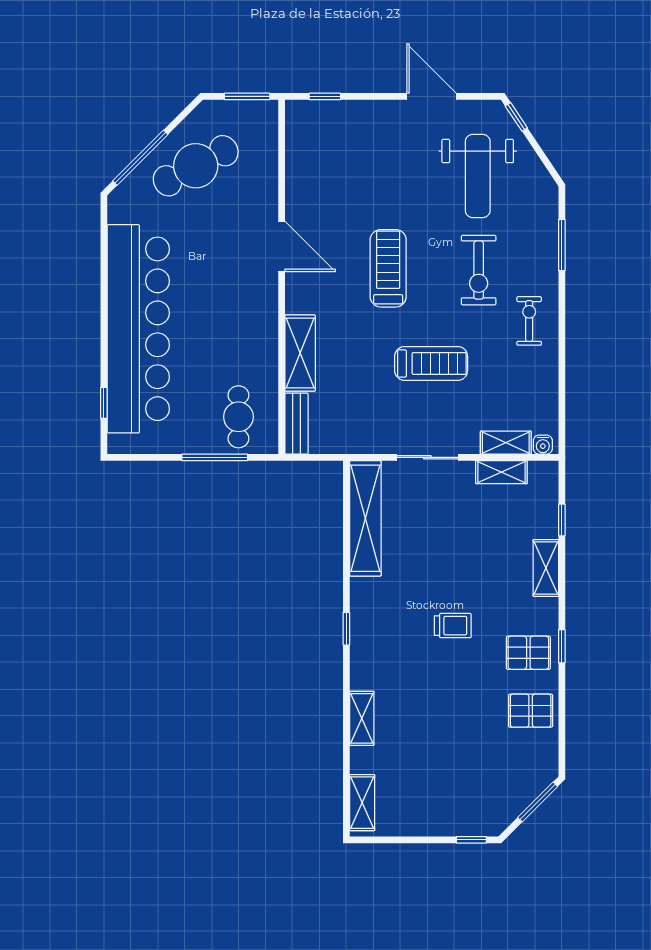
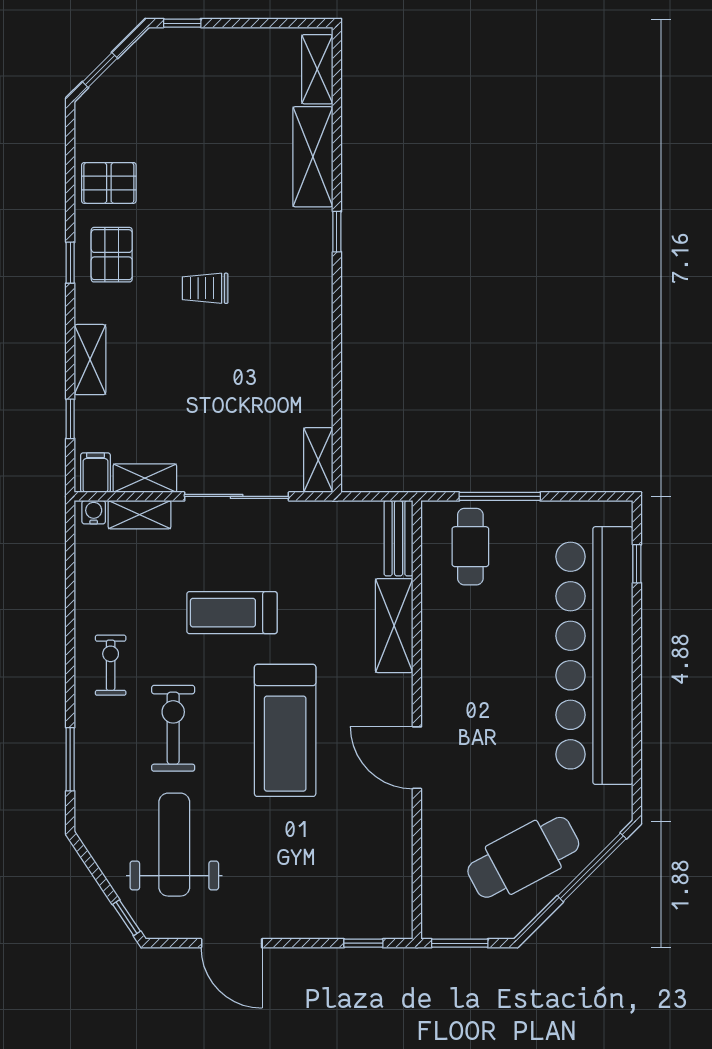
treadmill: (388, 268) -> (285, 730), width x1.37, depth x1.38
exercise bike: (529, 321) -> (111, 665), turned 180
sliding door: (427, 457) -> (237, 496), width x1.37
filing cabinet: (541, 477) -> (96, 473), added
shelving: (365, 518) -> (318, 460), width x0.45, depth x0.75
window: (346, 629) -> (337, 232), moved
pallet: (528, 653) -> (112, 255), turned 90
shelving: (362, 718) -> (313, 157), width x1.50, depth x1.33
window: (538, 802) -> (100, 70), width x0.67

